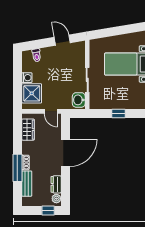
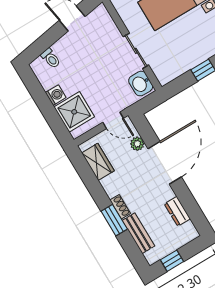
window: (17, 168) -> (114, 220), width x0.69
plant: (56, 199) -> (137, 144), moved
window: (48, 210) -> (172, 261), moved

